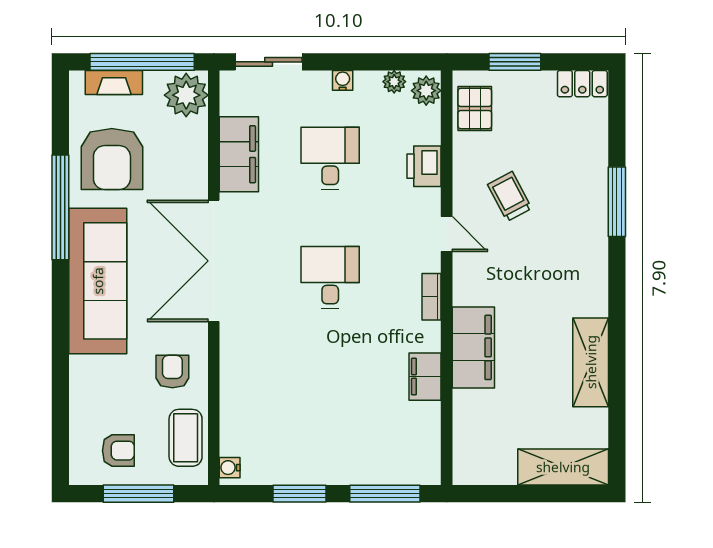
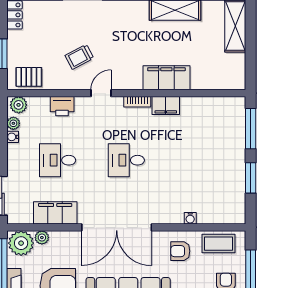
water cooler: (343, 80) -> (13, 137), moved
plant: (196, 131) -> (42, 238), added
filing cabinet: (425, 377) -> (166, 106), moved
water cooler: (230, 468) -> (190, 218), moved

